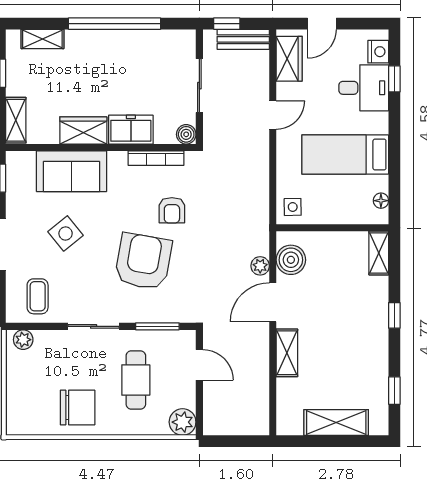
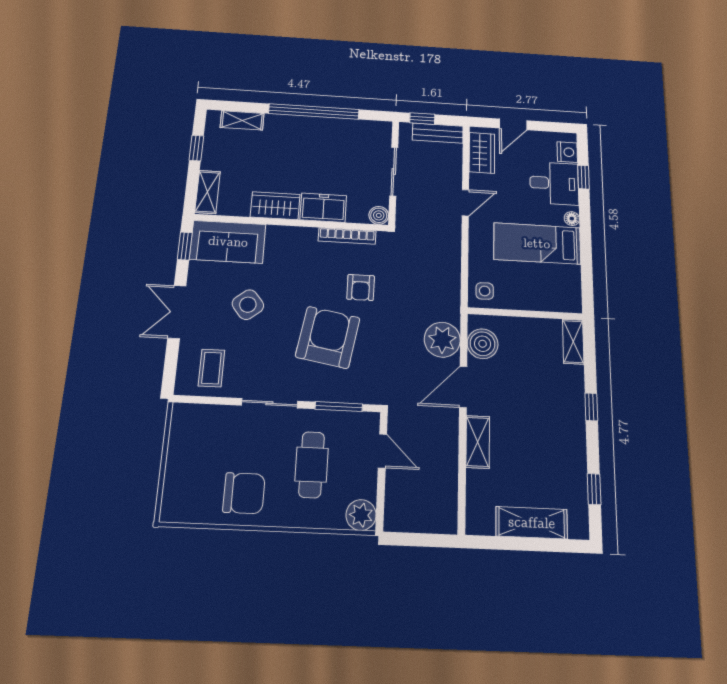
sofa: (72, 171) -> (228, 242), moved
floor lamp: (381, 201) -> (572, 219), moved
plant: (260, 266) -> (442, 340), width x1.88, depth x1.88
plant: (23, 340) -> (191, 414), removed

